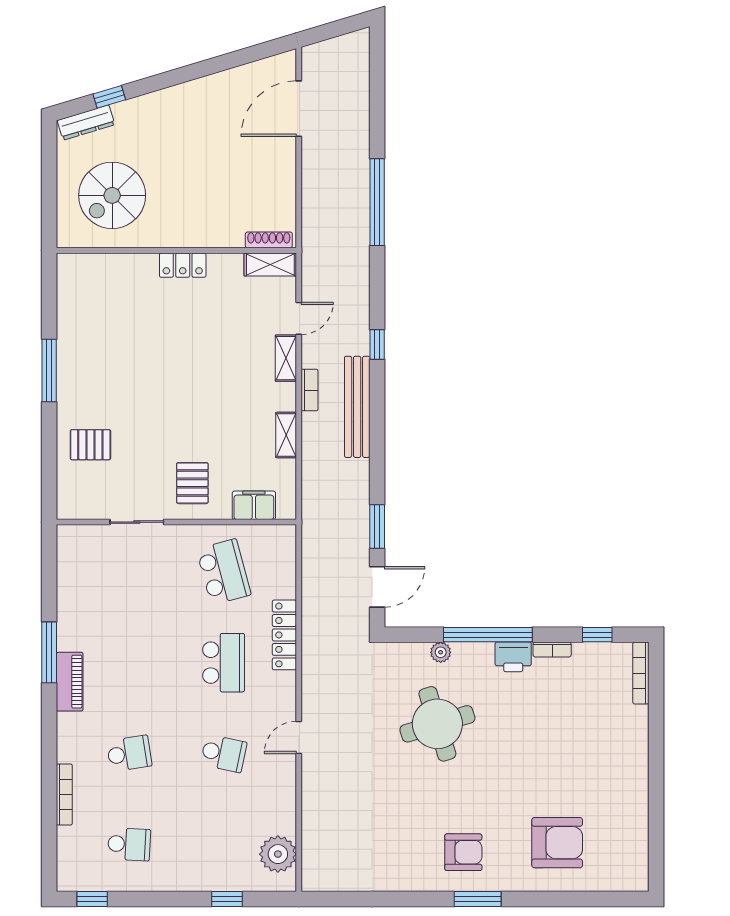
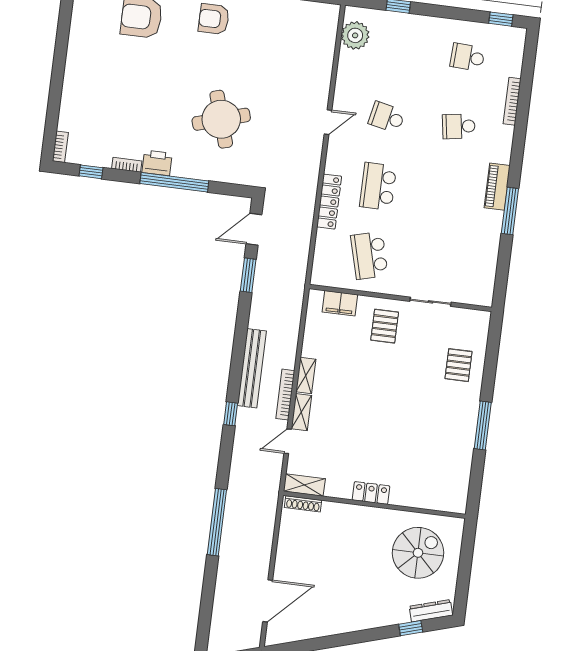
bookcase: (310, 390) -> (285, 395), width x1.56
shelving: (286, 435) -> (306, 376), moved
pallet: (90, 445) -> (459, 365), turned 90
plant: (441, 652) -> (212, 173), removed
bookcase: (641, 673) -> (60, 147), width x0.64

